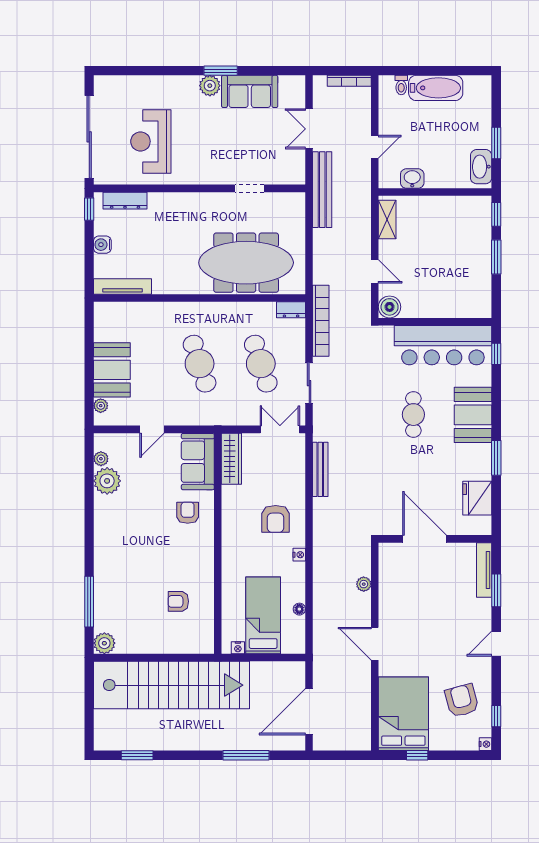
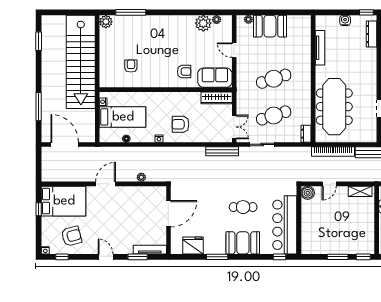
tv unit: (123, 286) -> (320, 48), moved
bookcase: (321, 321) -> (333, 152), moved
bench: (320, 469) -> (222, 151), moved

